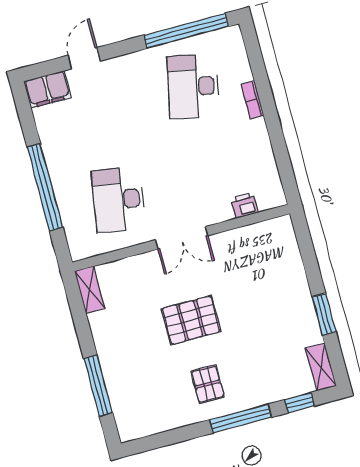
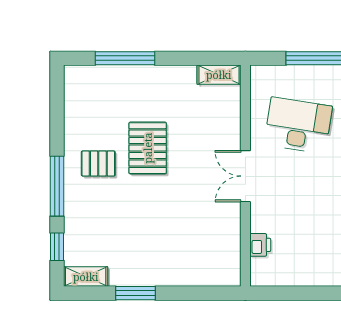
pallet: (191, 320) -> (148, 148), moved

